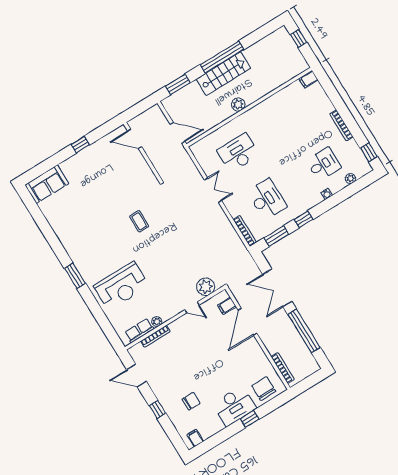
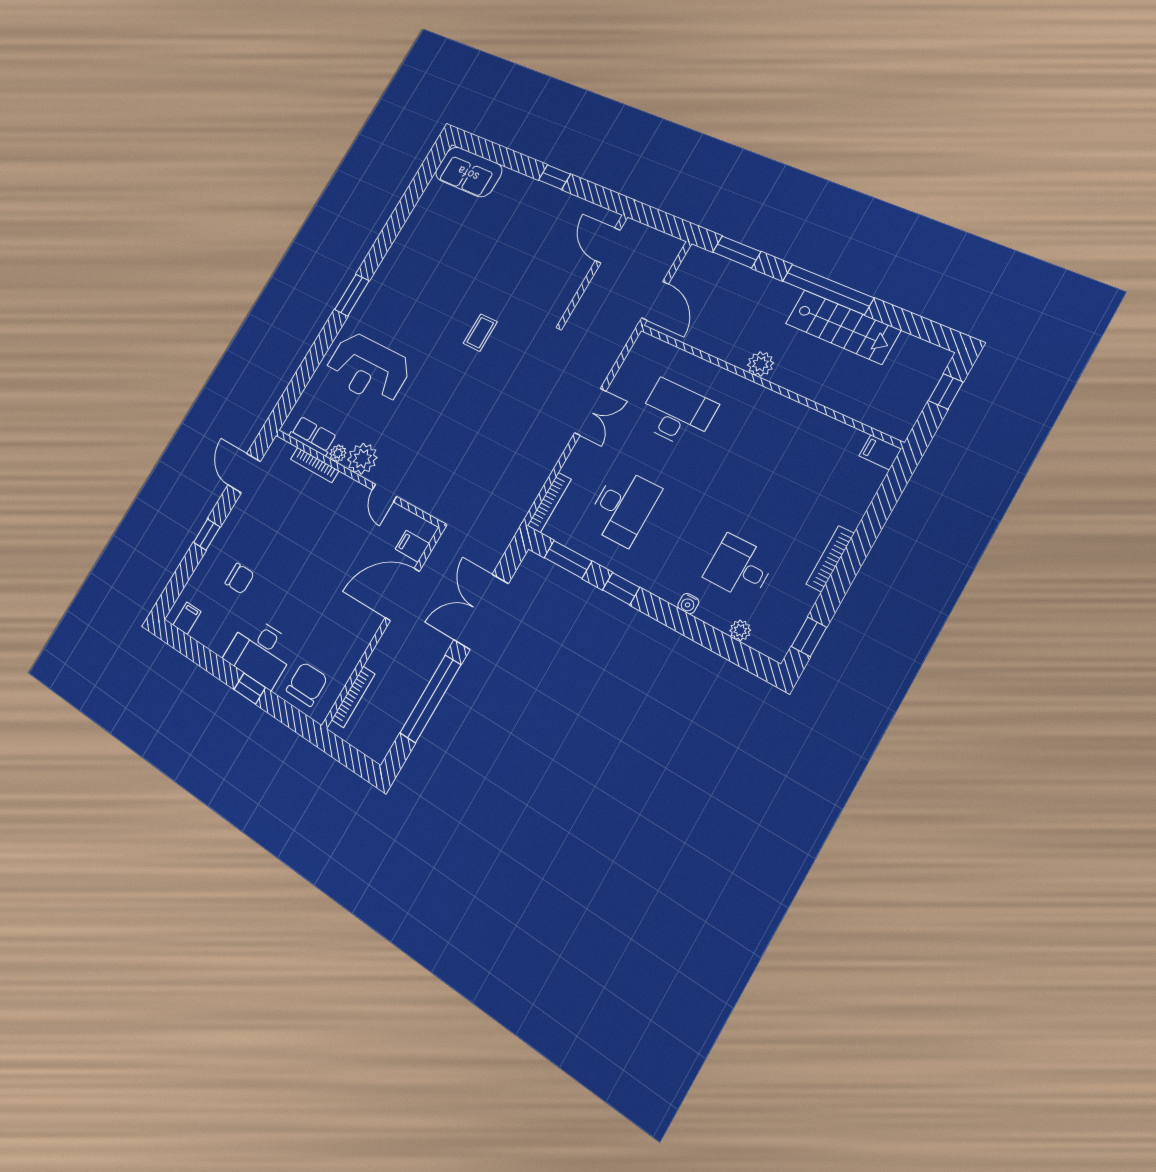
stairs: (223, 74) -> (843, 327), moved
desk: (324, 164) -> (739, 567), turned 180
plant: (206, 287) -> (362, 459), moved

